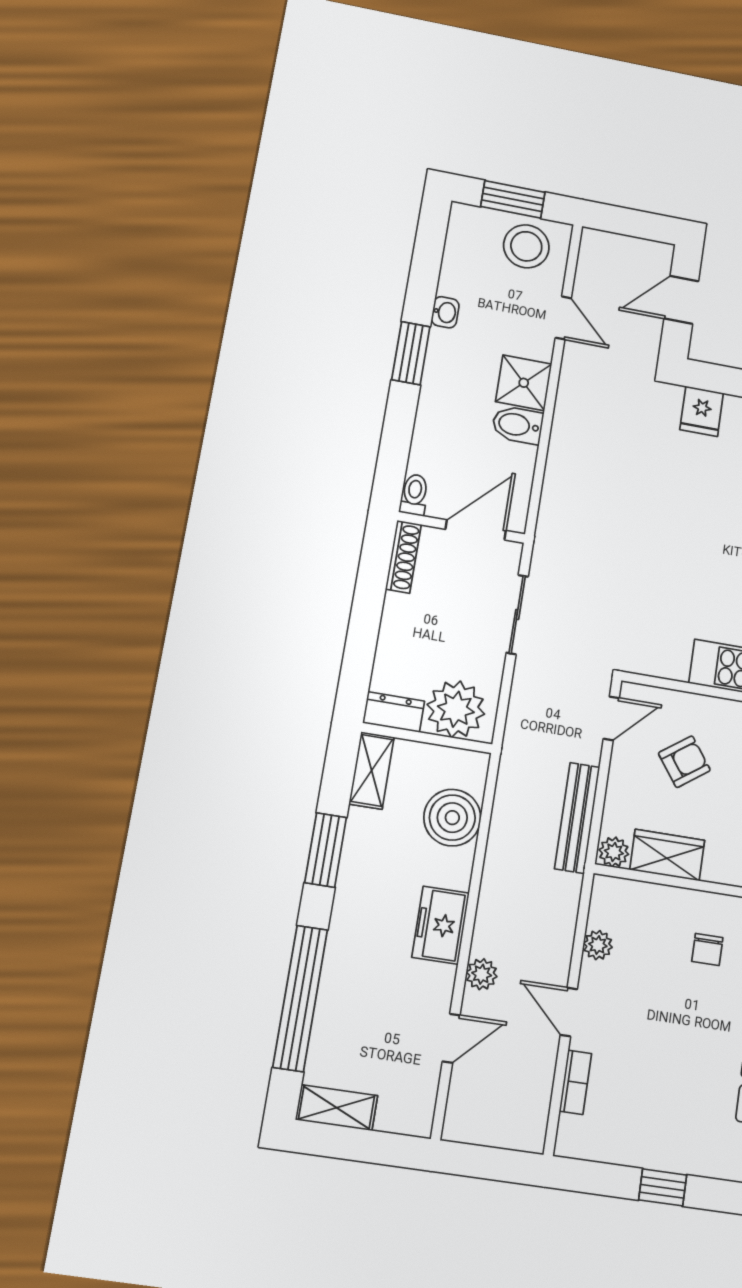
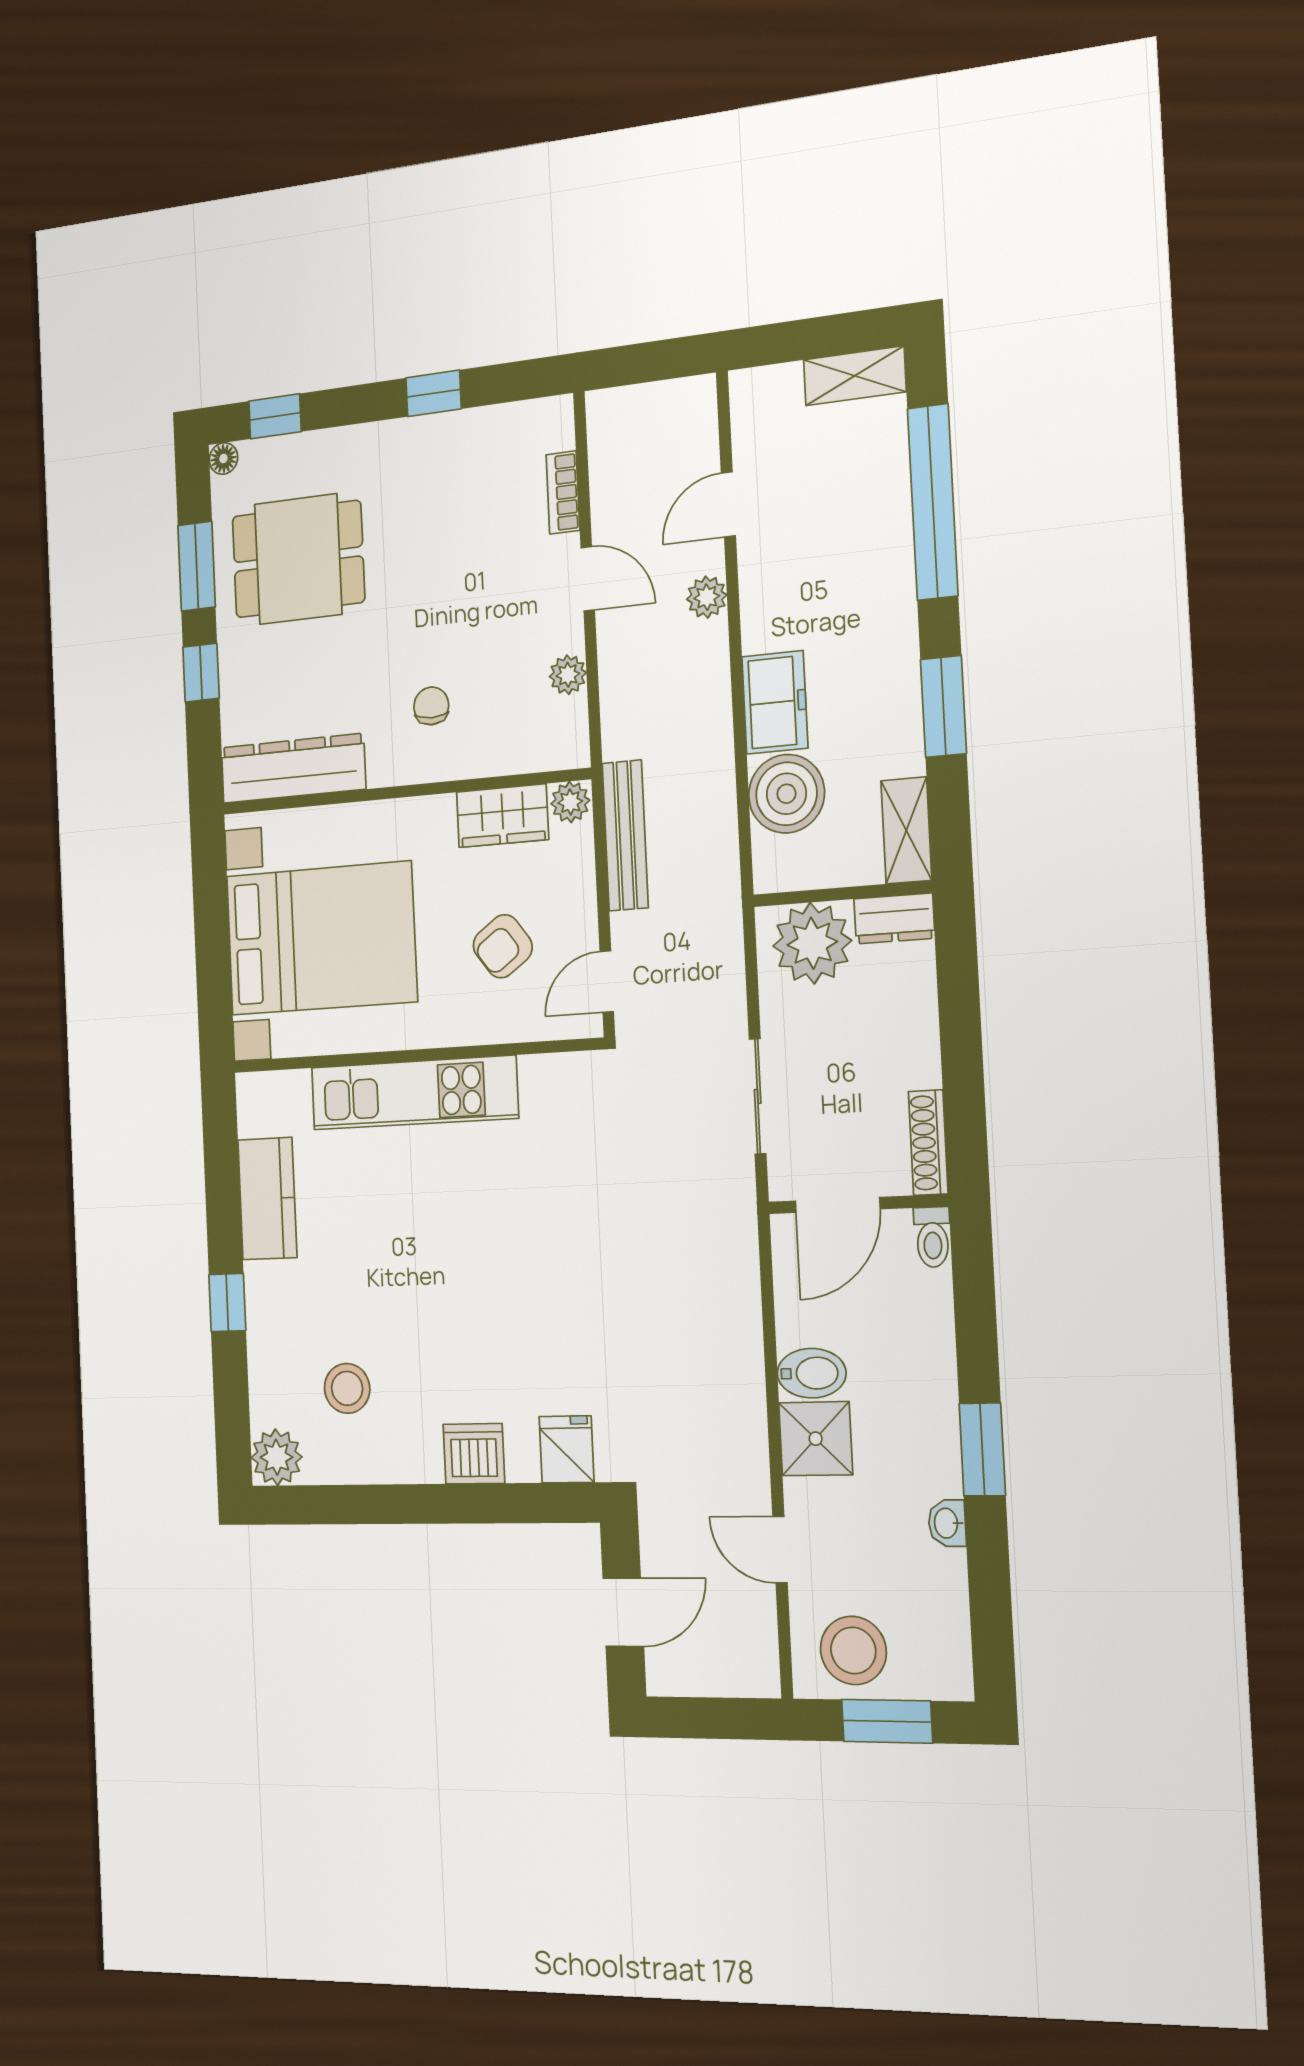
freezer: (441, 925) -> (775, 702), moved

